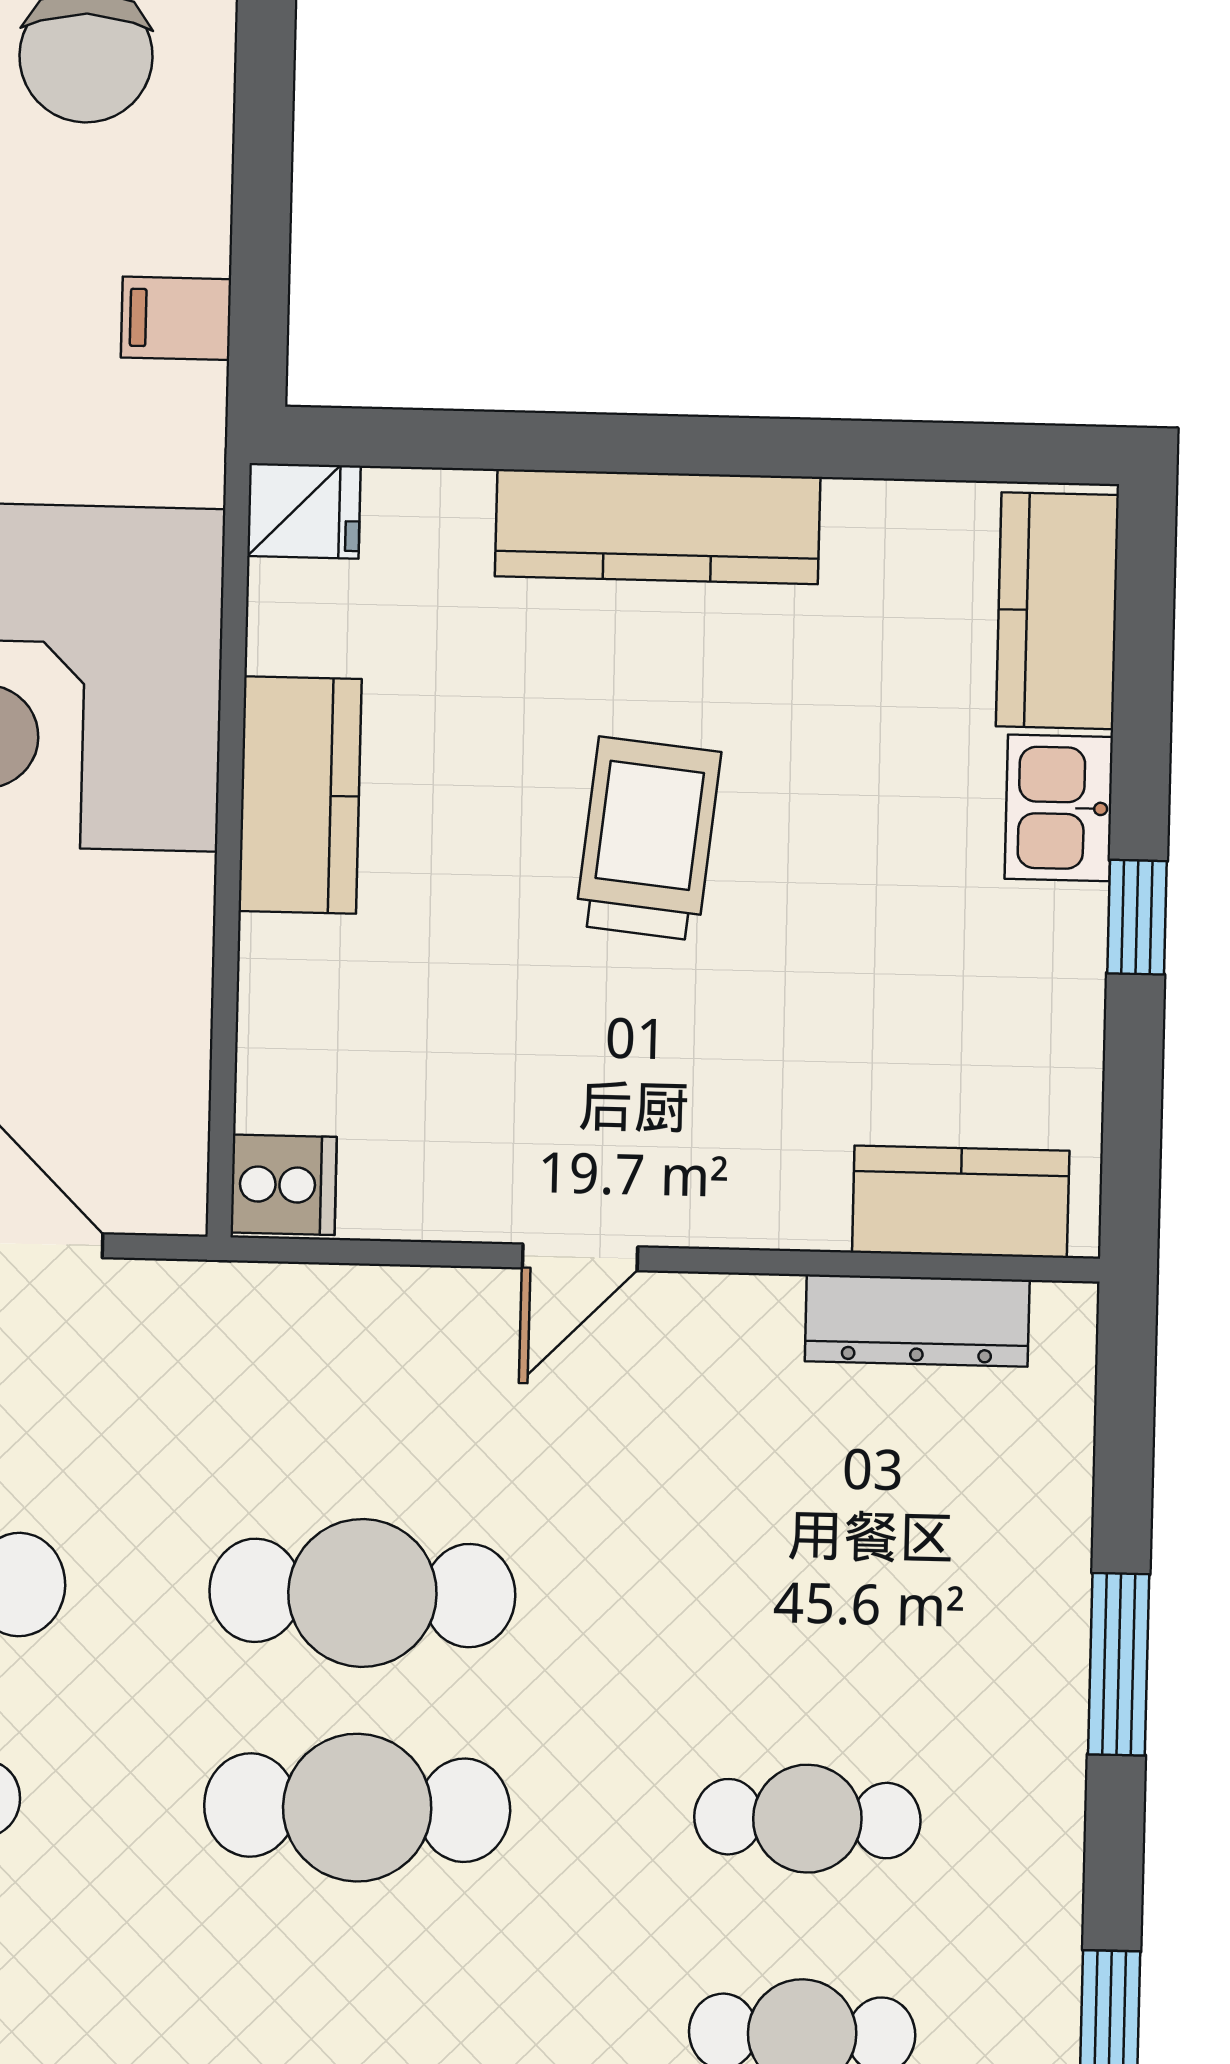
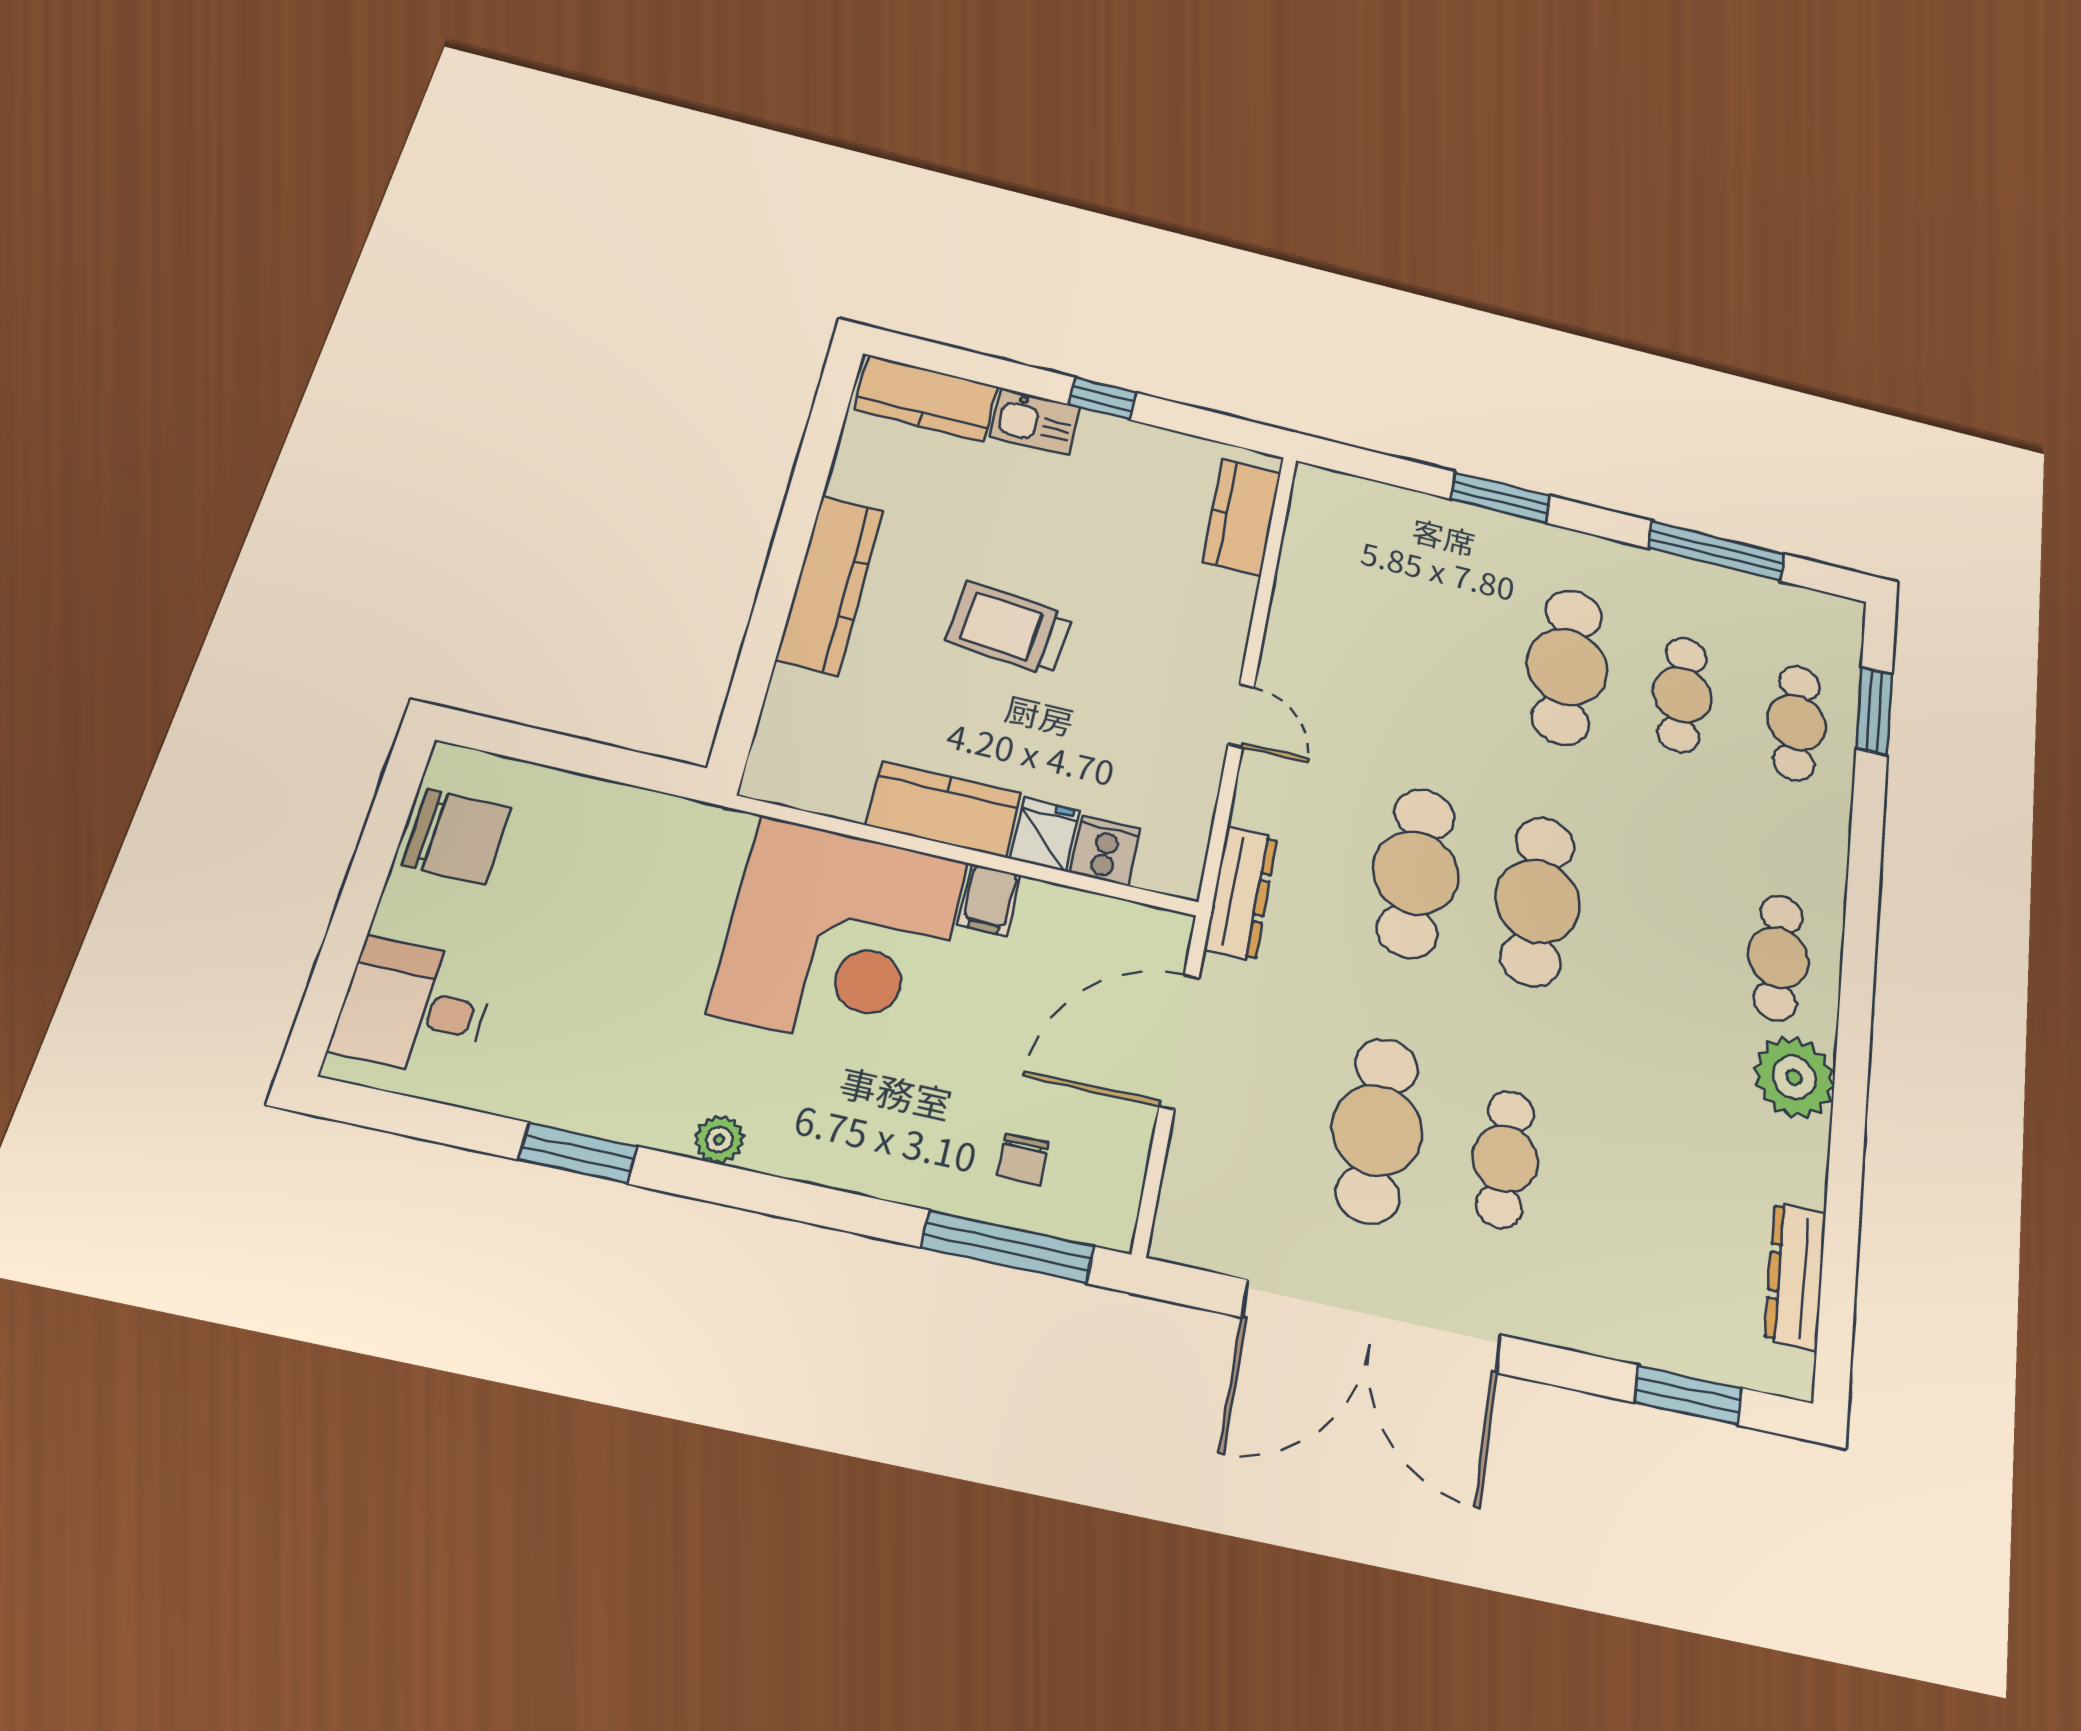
filing cabinet: (176, 318) -> (989, 900), moved
fridge: (304, 511) -> (1045, 834), moved
cooker: (284, 1185) -> (1105, 851), moved
dresser: (917, 1321) -> (1241, 893), moved
cafe table: (807, 1819) -> (1567, 667), width x1.37, depth x1.35

